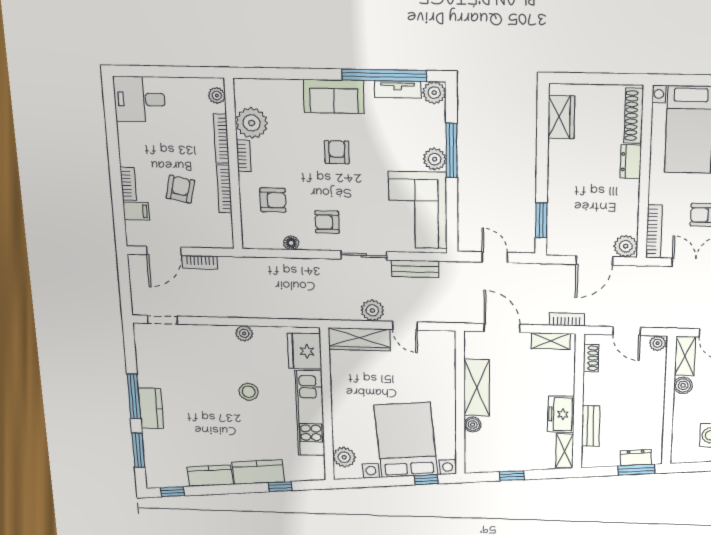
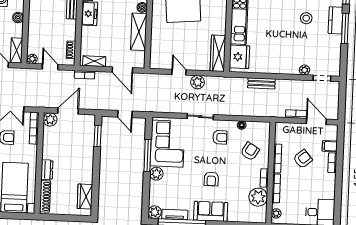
window: (452, 151) -> (148, 156), moved
armchair: (180, 189) -> (303, 159), turned -142
armchair: (273, 200) -> (250, 151), turned 121
door: (164, 251) -> (316, 121), hinge flipped
bench: (415, 269) -> (261, 83), moved
plant: (244, 333) -> (304, 70), moved
wardrobe: (359, 339) -> (218, 53), moved, turned -90
boiler: (683, 385) -> (18, 18), moved
stool: (249, 392) -> (306, 18), moved

